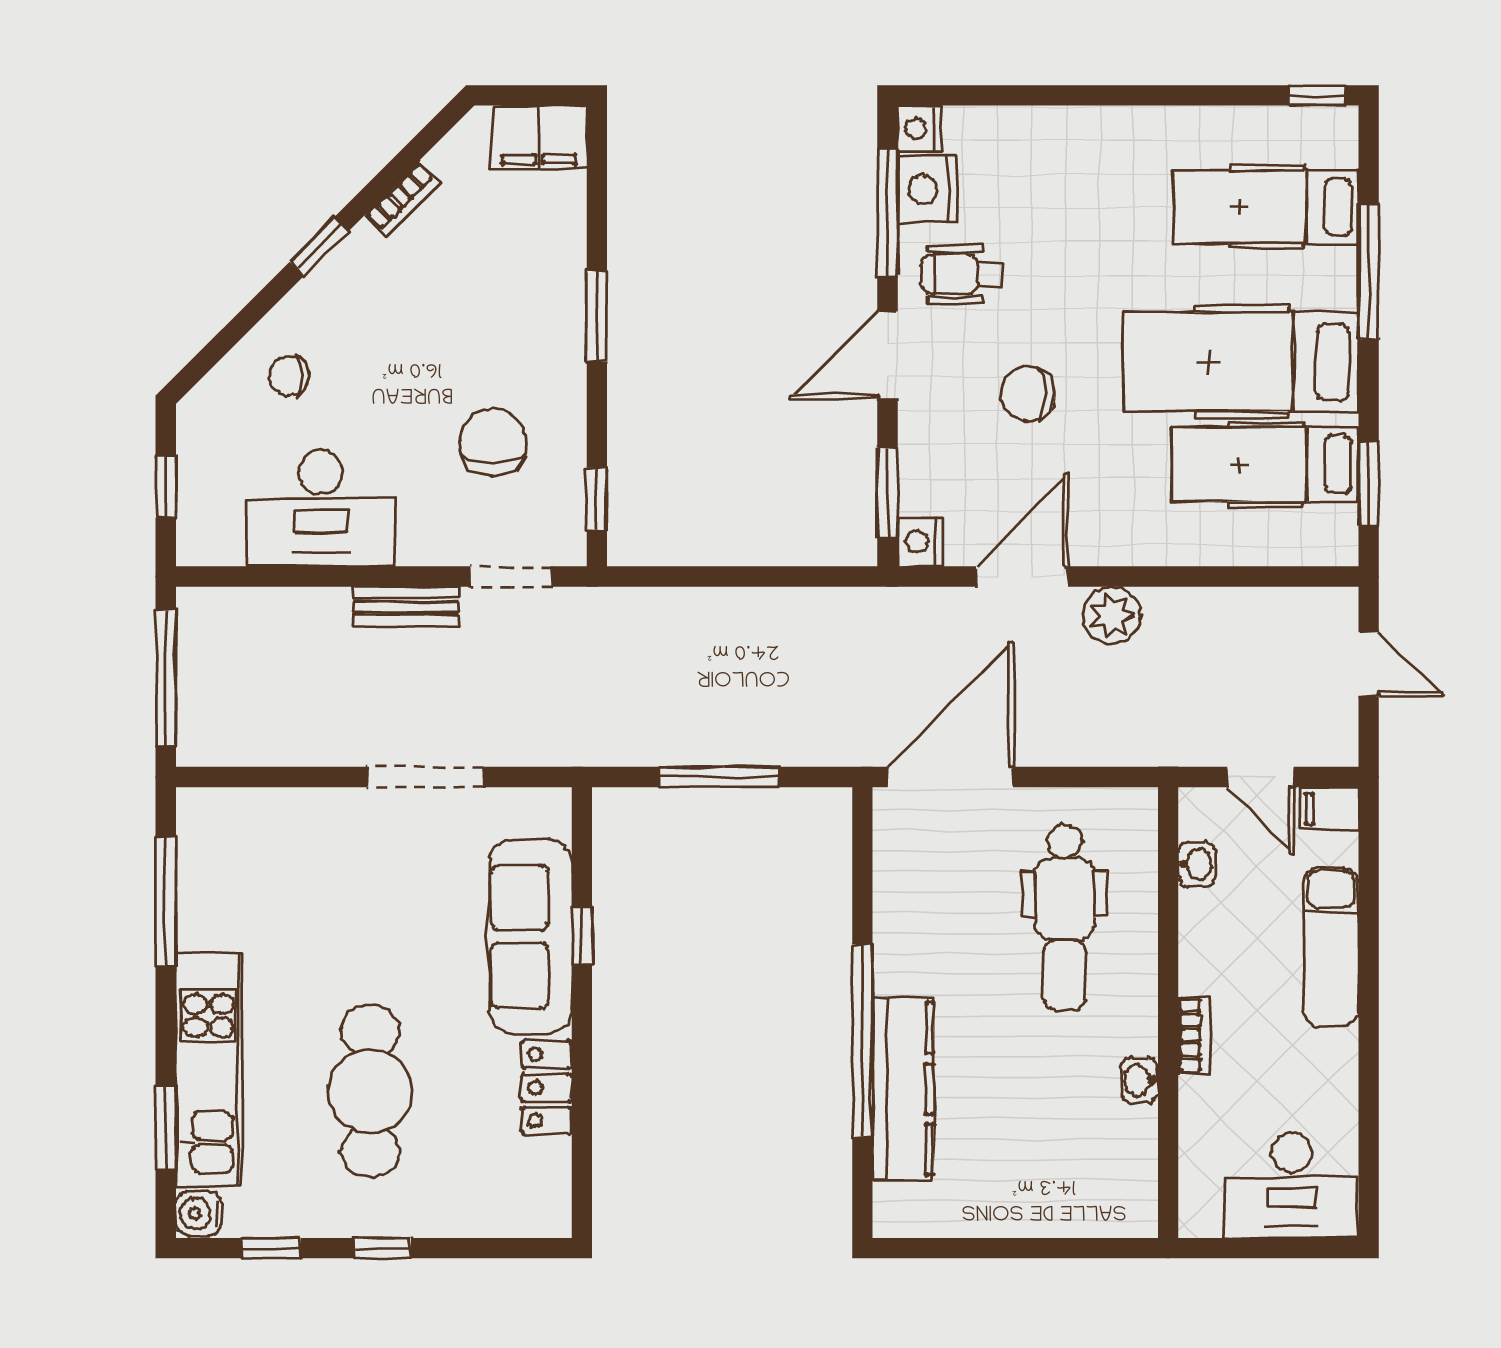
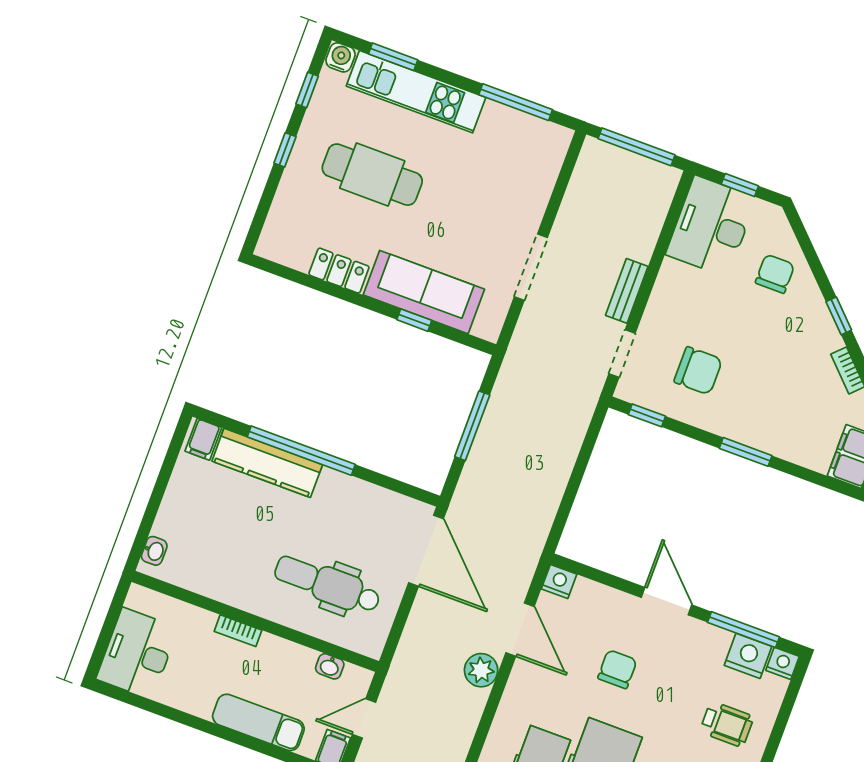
wheelchair: (962, 274) -> (727, 724), moved, turned 90
chair: (289, 376) -> (775, 274), width x1.37, depth x1.37
window: (888, 493) -> (592, 574), removed
desk: (321, 508) -> (711, 226), moved
washbasin: (1140, 1080) -> (154, 551), moved, turned 90
filing cabinet: (903, 1207) -> (203, 439), added

